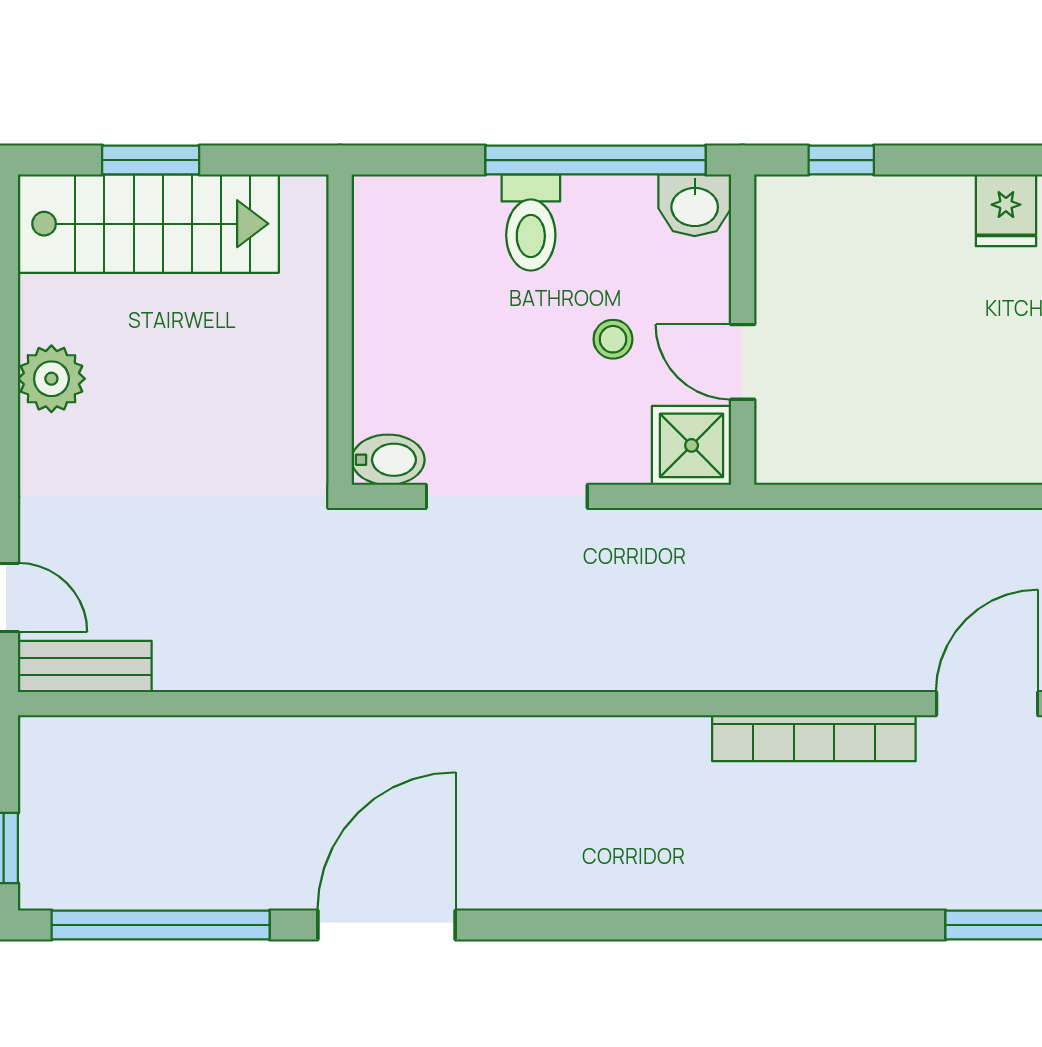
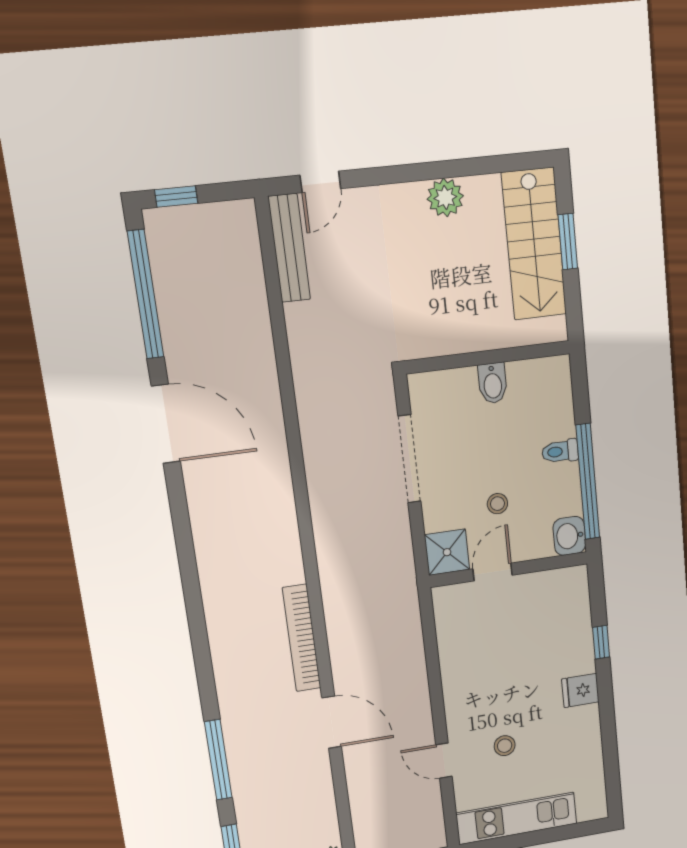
window: (841, 160) -> (601, 642), moved
toilet: (531, 223) -> (560, 451), width x0.73, depth x0.72
bidet: (388, 460) -> (493, 383), moved
bench: (85, 667) -> (289, 248), width x1.36

